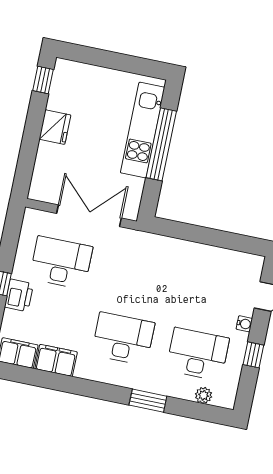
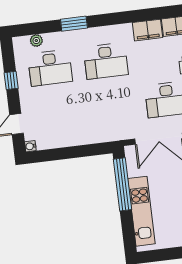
window: (161, 144) -> (122, 184), moved
water cooler: (244, 324) -> (30, 146), moved

